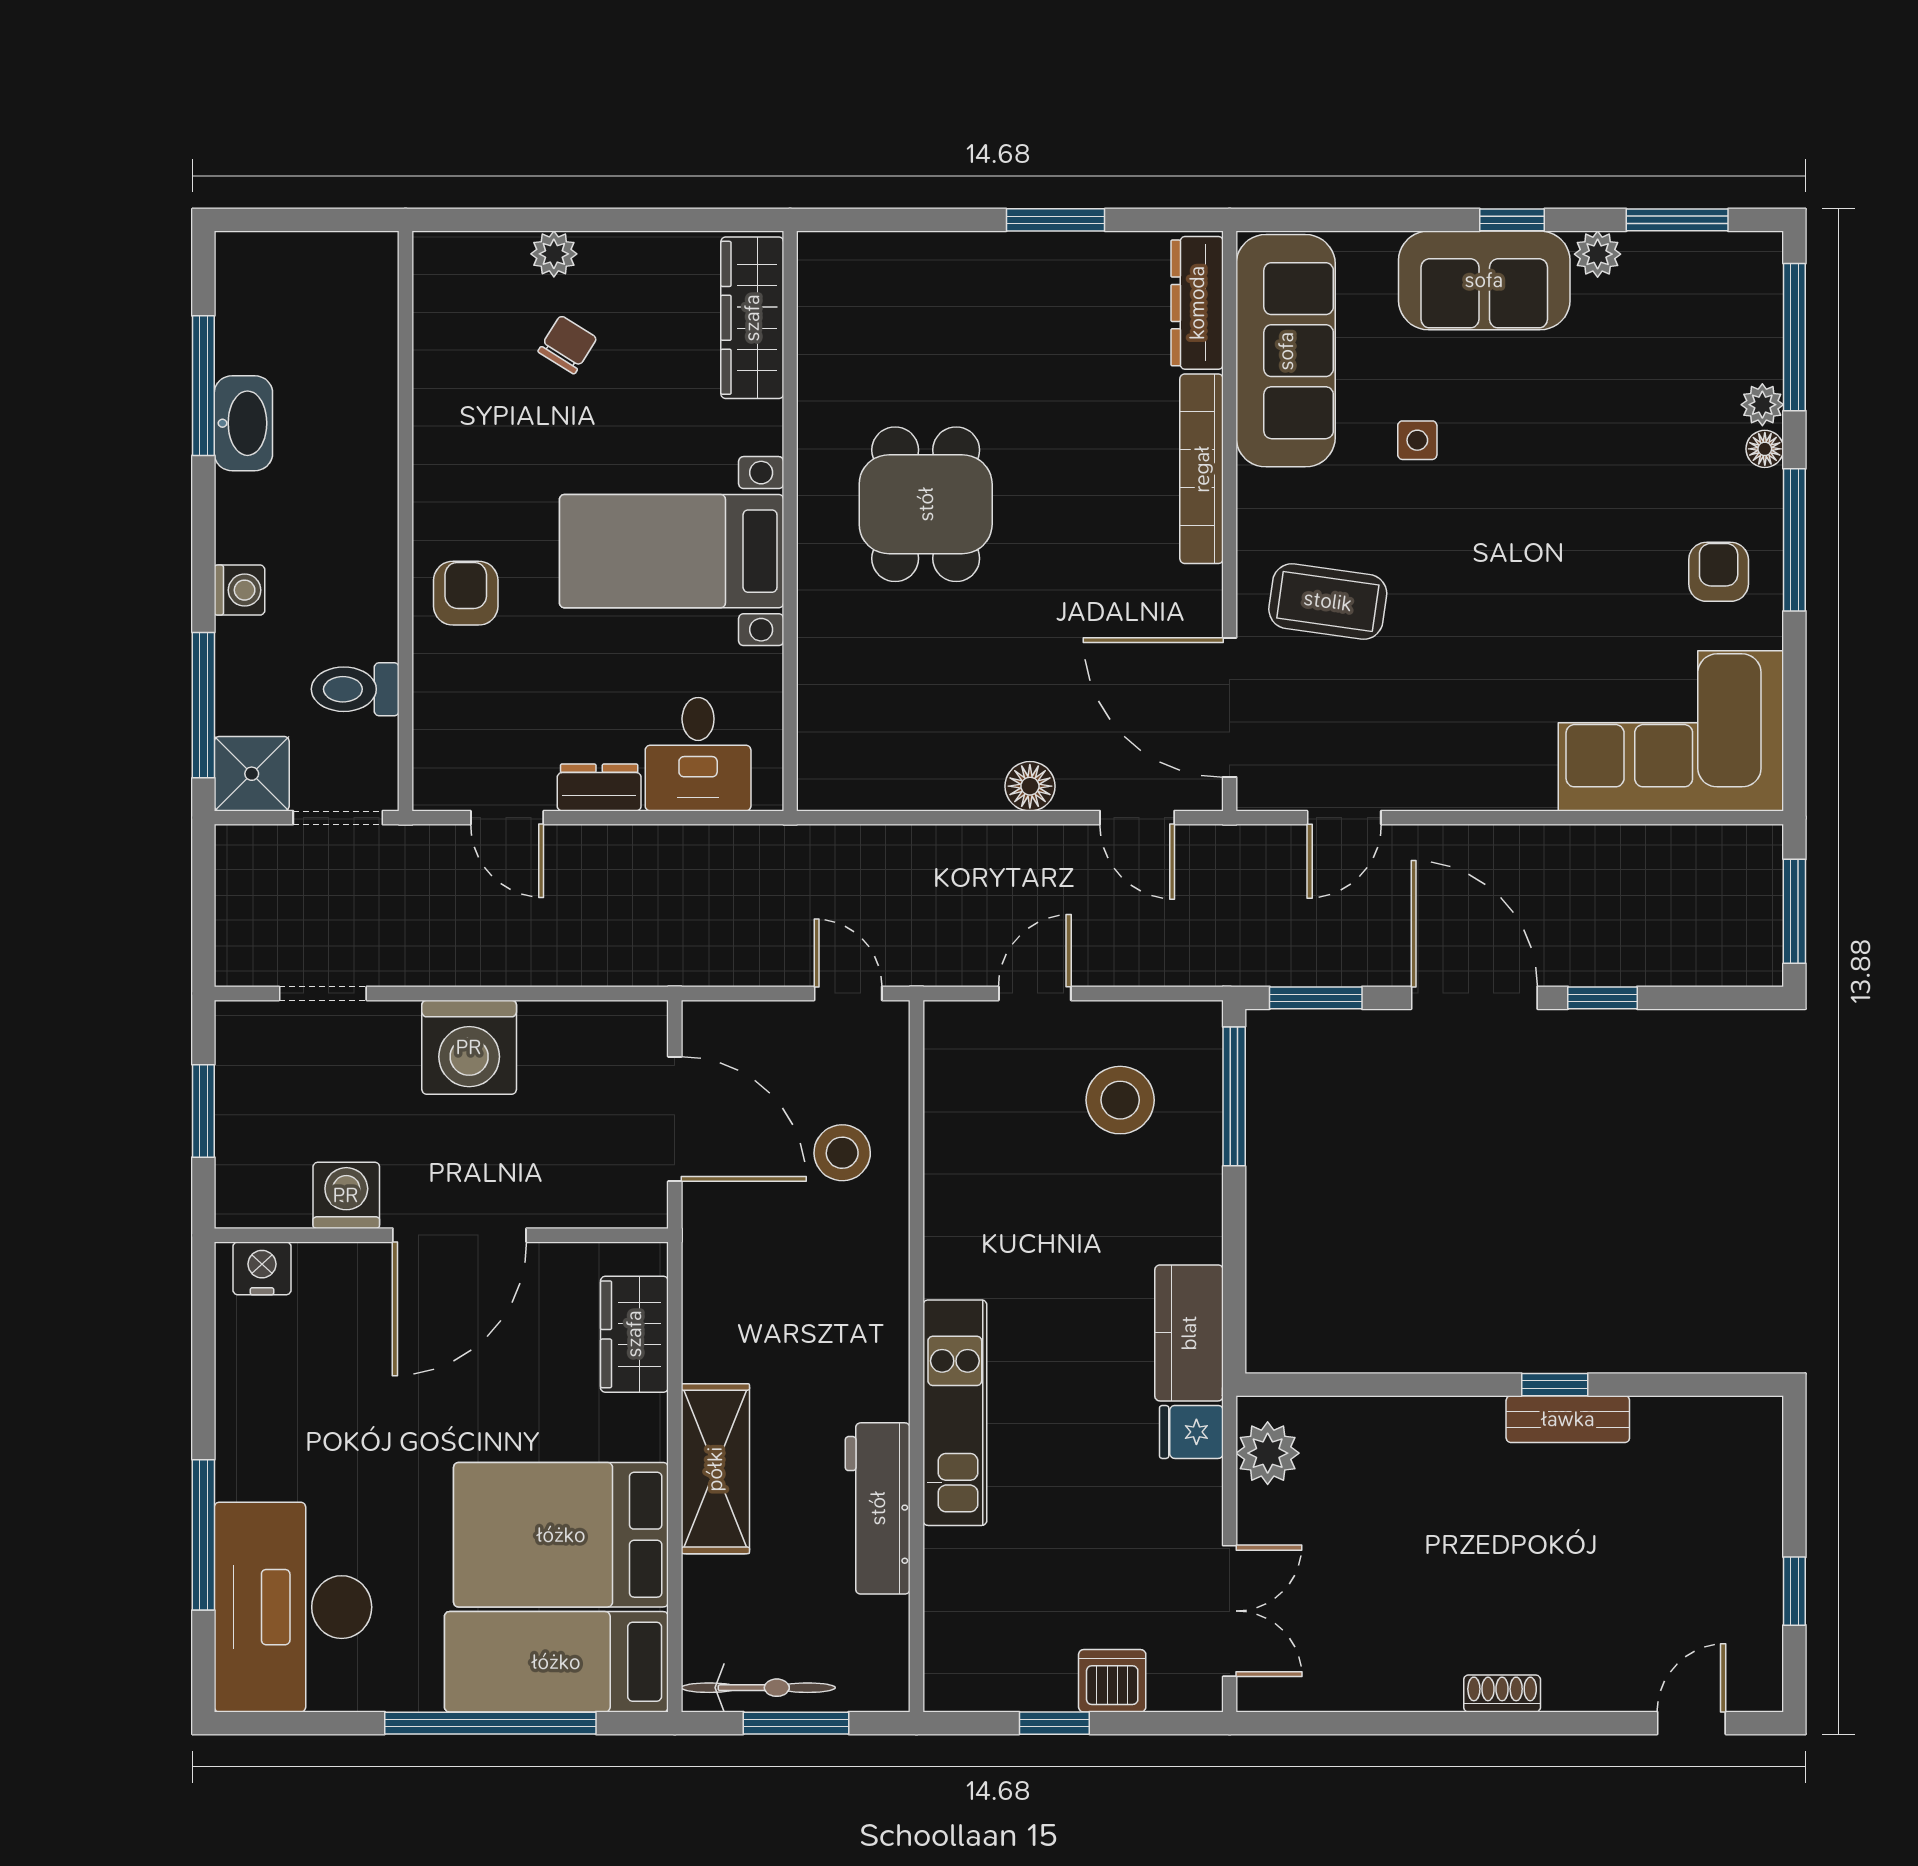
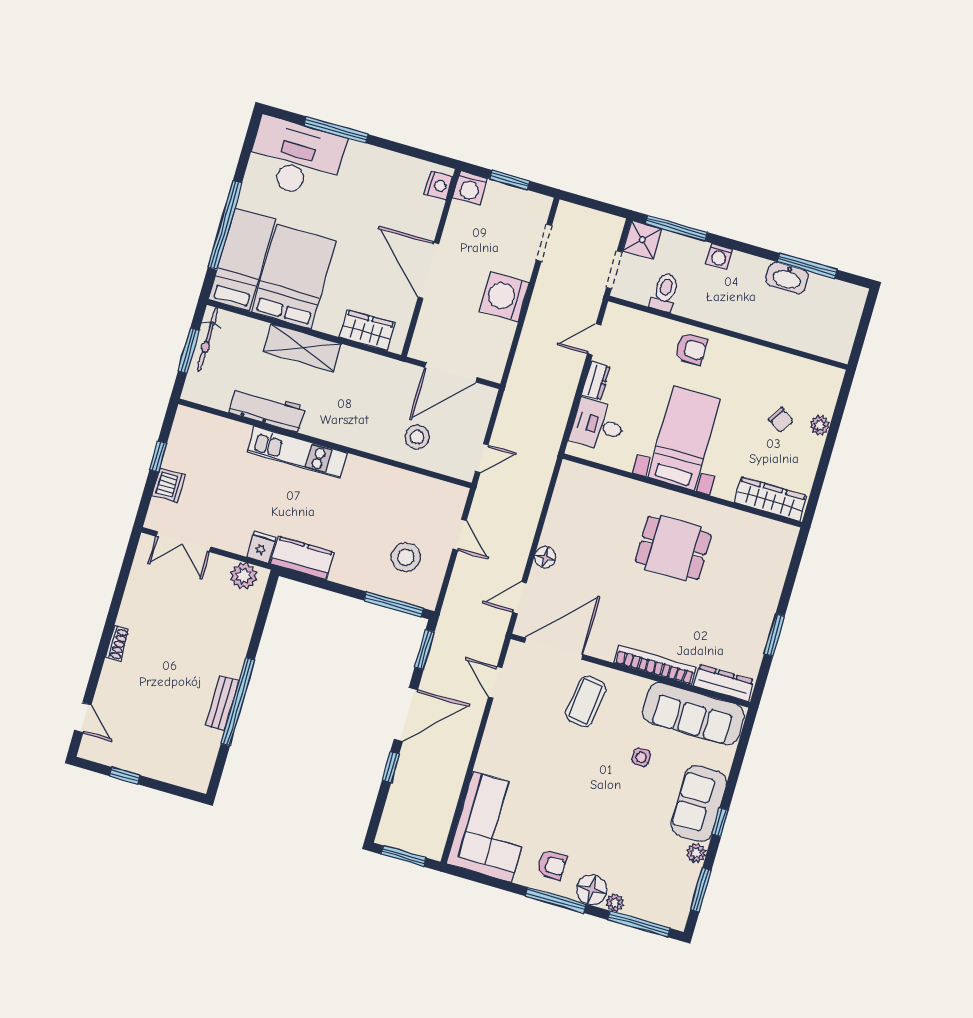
floor lamp: (1765, 449) -> (592, 890), width x1.89, depth x1.89
washing machine: (346, 1195) -> (470, 188), moved, turned 90
window: (1555, 1385) -> (238, 702), width x3.17

